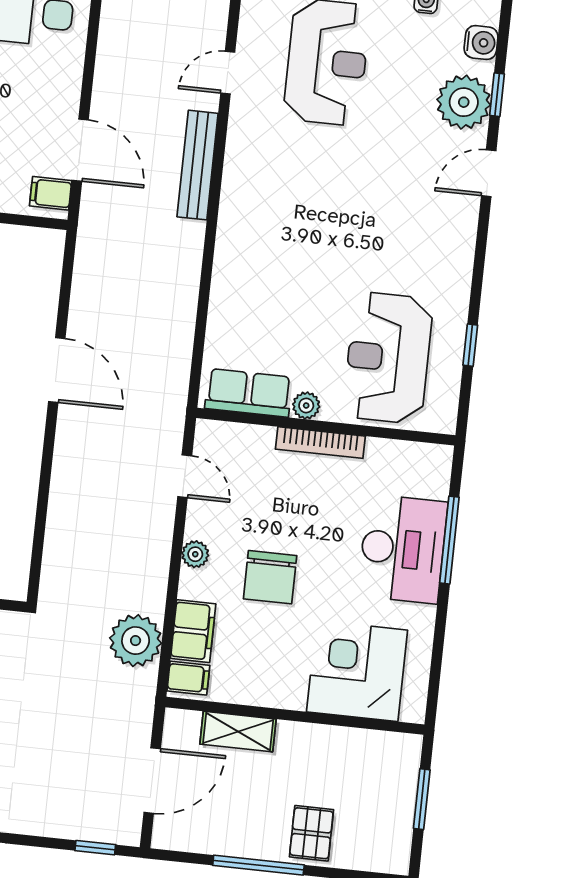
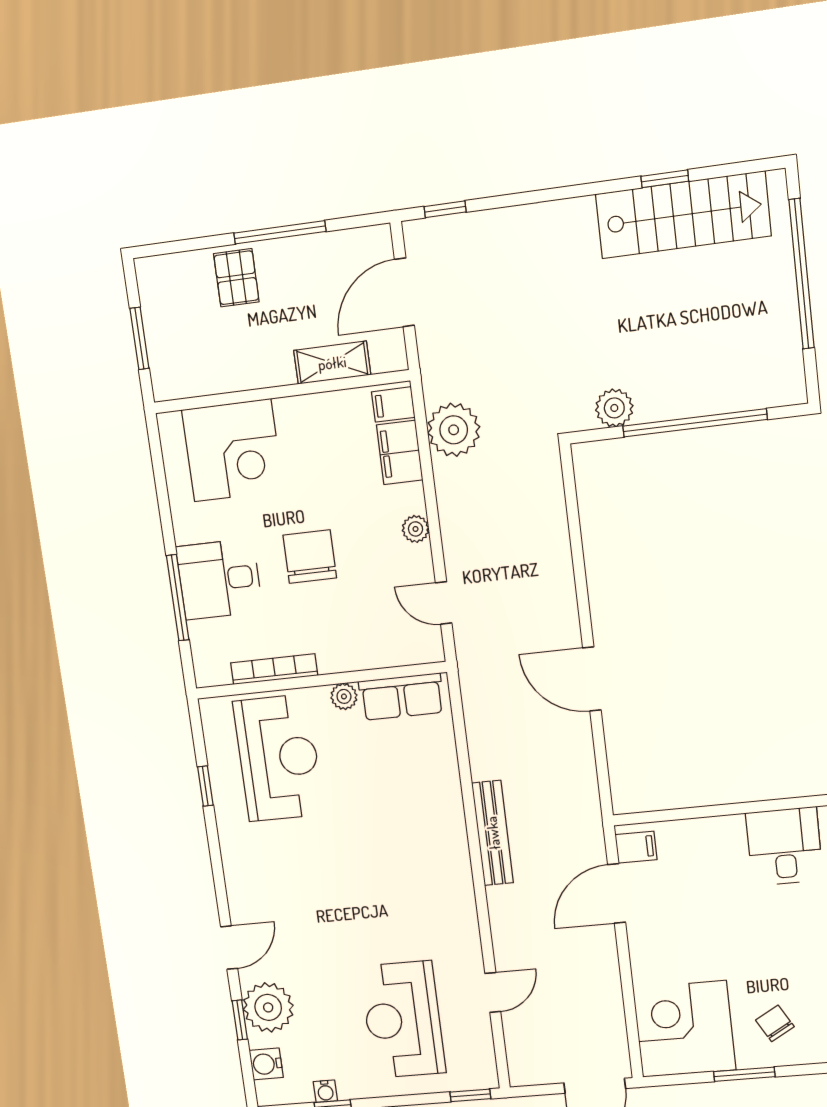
door: (80, 150) -> (617, 893), hinge flipped
bench: (198, 165) -> (493, 833), moved
bookcase: (320, 443) -> (274, 669), moved
desk: (403, 549) -> (219, 579), width x0.73
chair: (270, 577) -> (310, 557), moved

